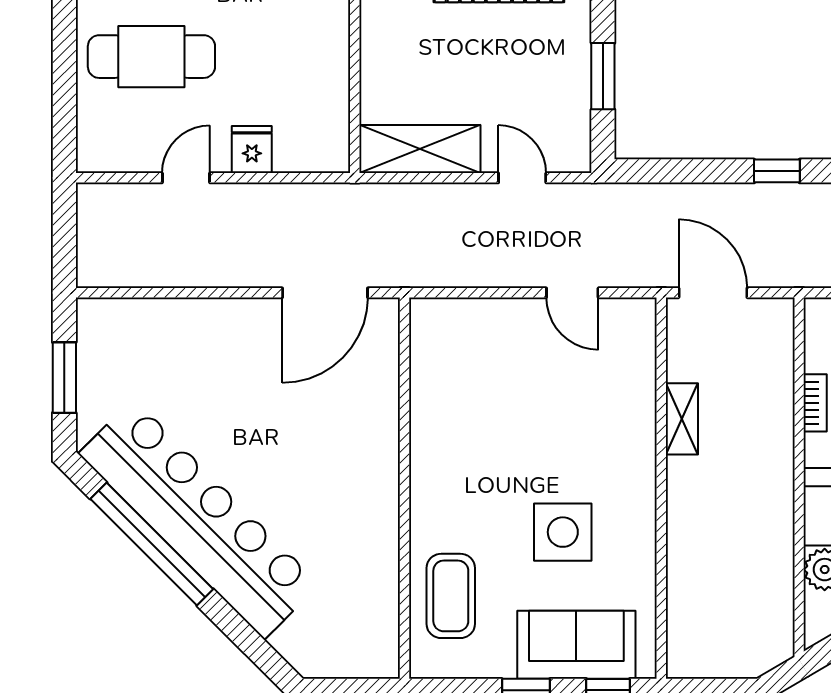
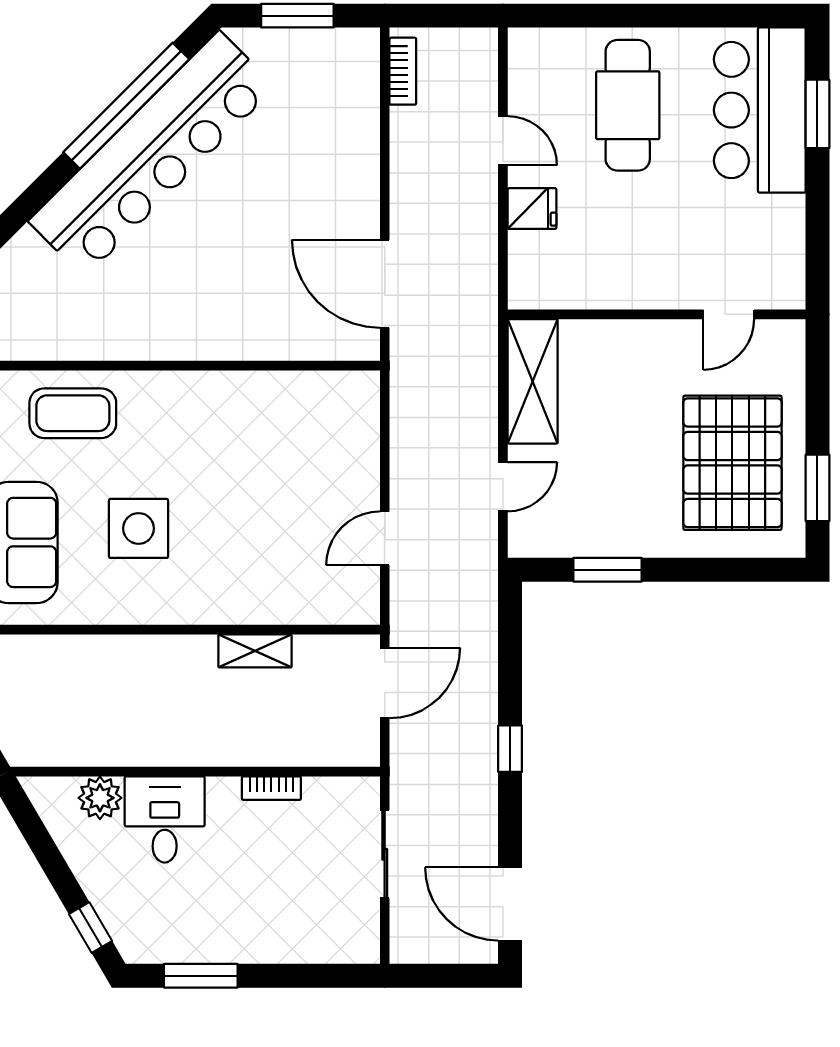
bookcase: (118, 275) -> (403, 71), added

